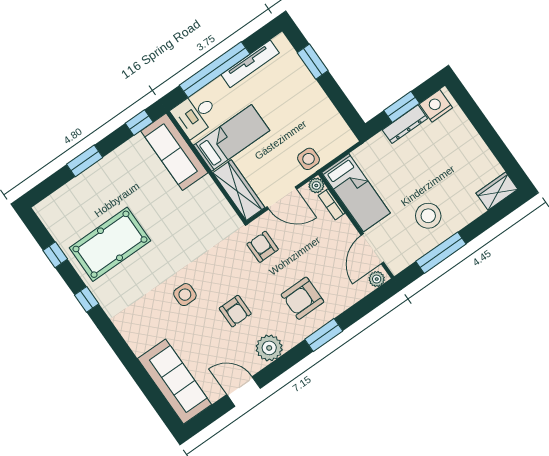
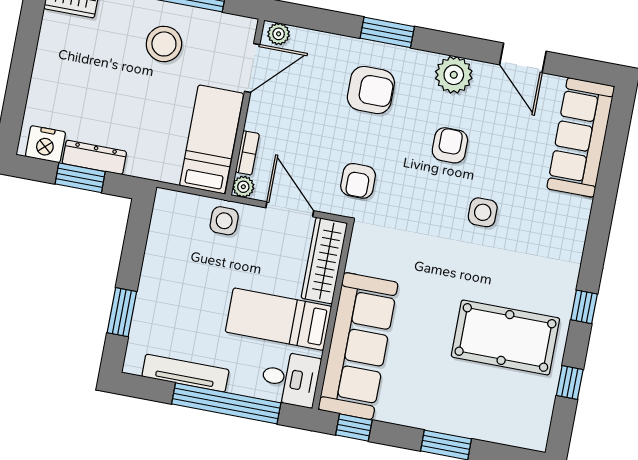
sofa: (174, 152) -> (358, 346), width x1.36, depth x1.27

